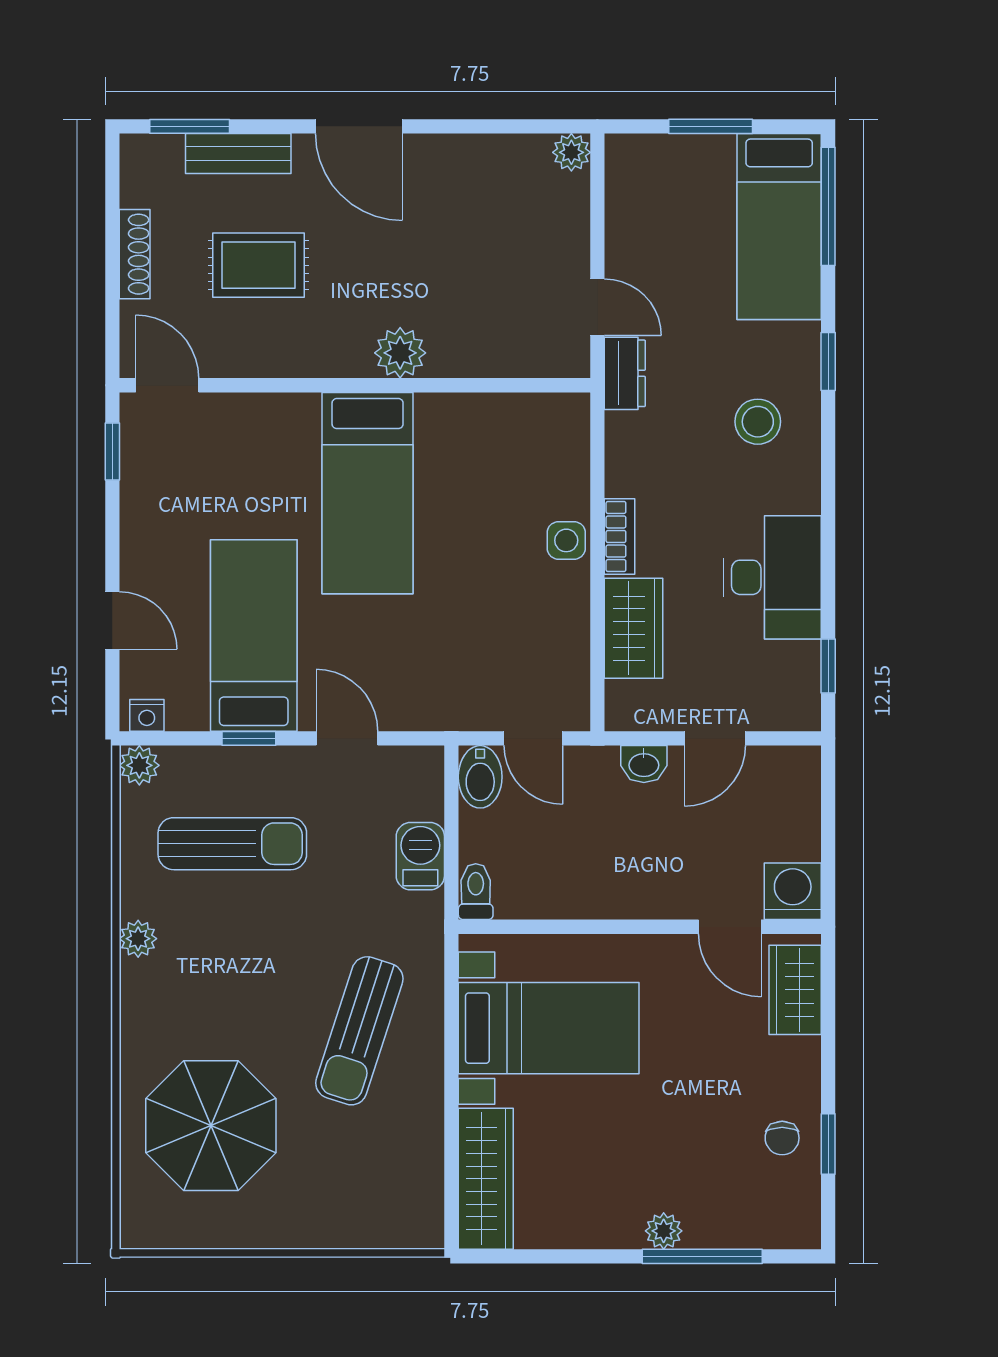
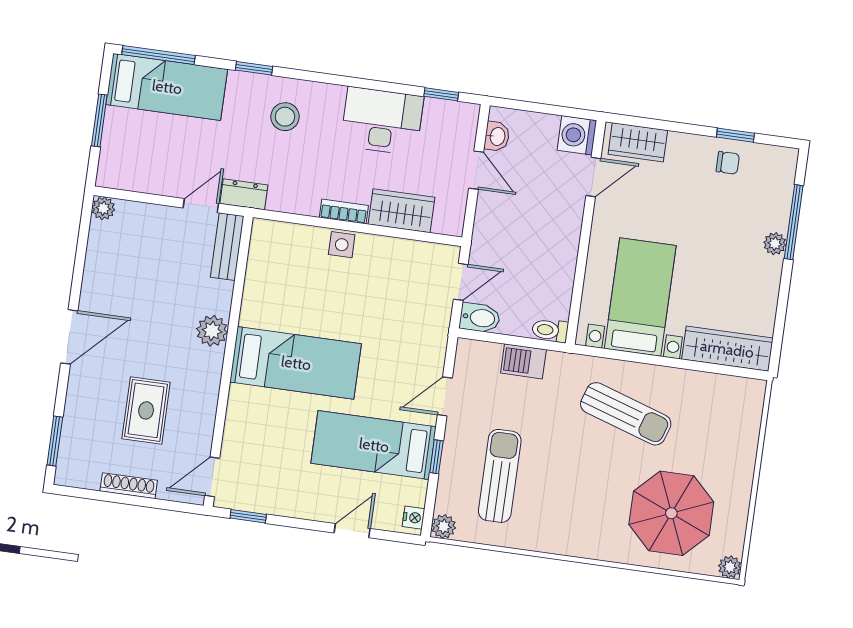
bench: (238, 153) -> (227, 247), moved
washbasin: (644, 764) -> (497, 136), moved
plant: (138, 939) -> (730, 567), moved

